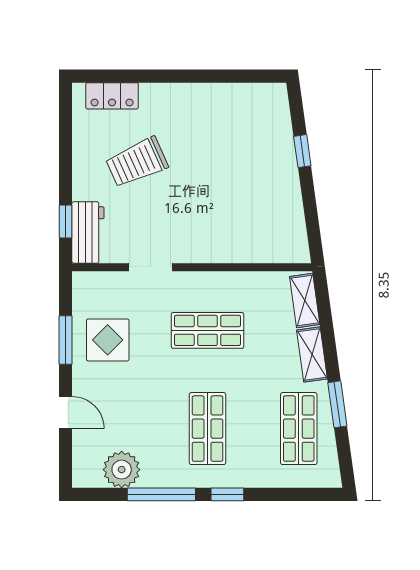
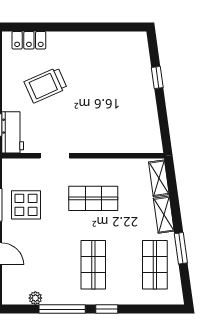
plant: (122, 470) -> (35, 298), width x0.53, depth x0.53

